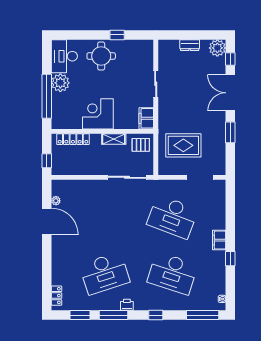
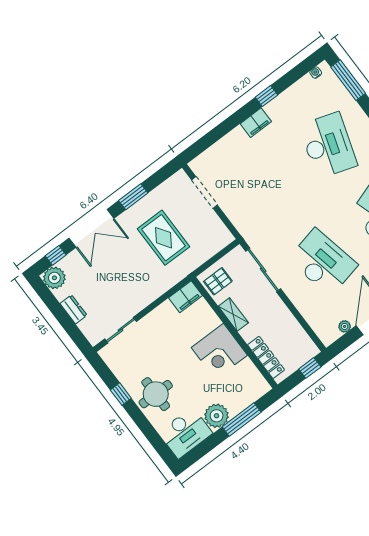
sliding door: (156, 84) -> (120, 330), moved
window: (47, 96) -> (242, 419), width x0.68
pallet: (141, 145) -> (218, 281), turned 90
rug: (183, 145) -> (164, 238), moved
desk: (172, 217) -> (323, 262), moved, turned -33

